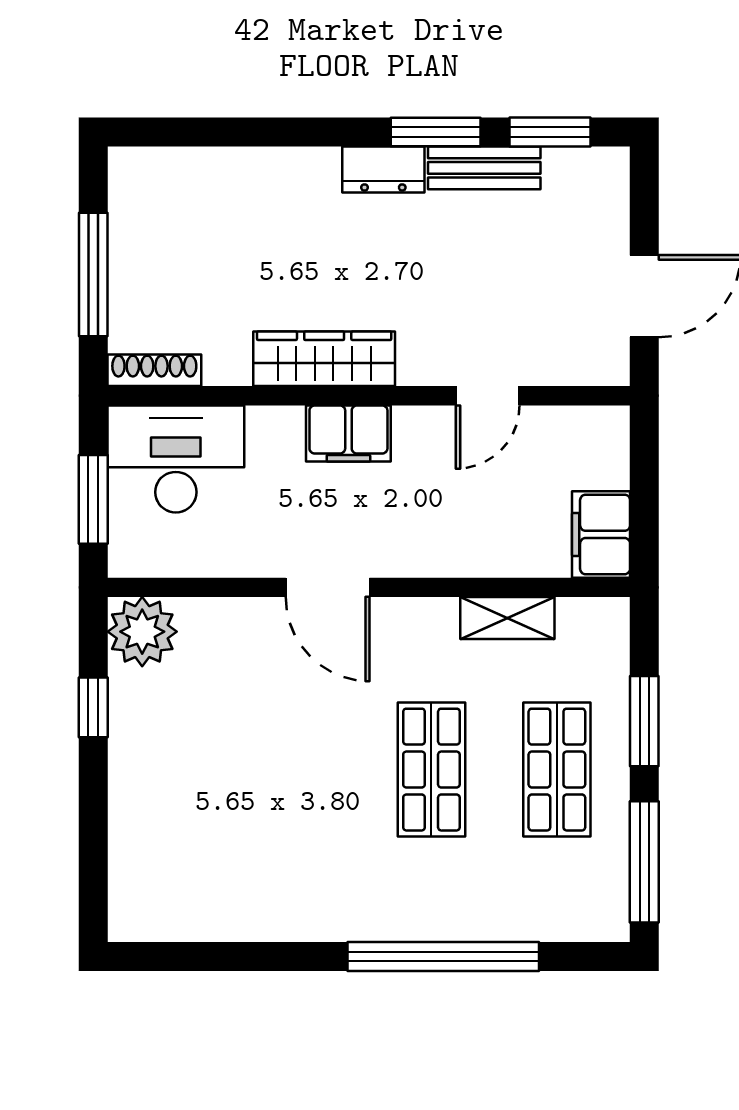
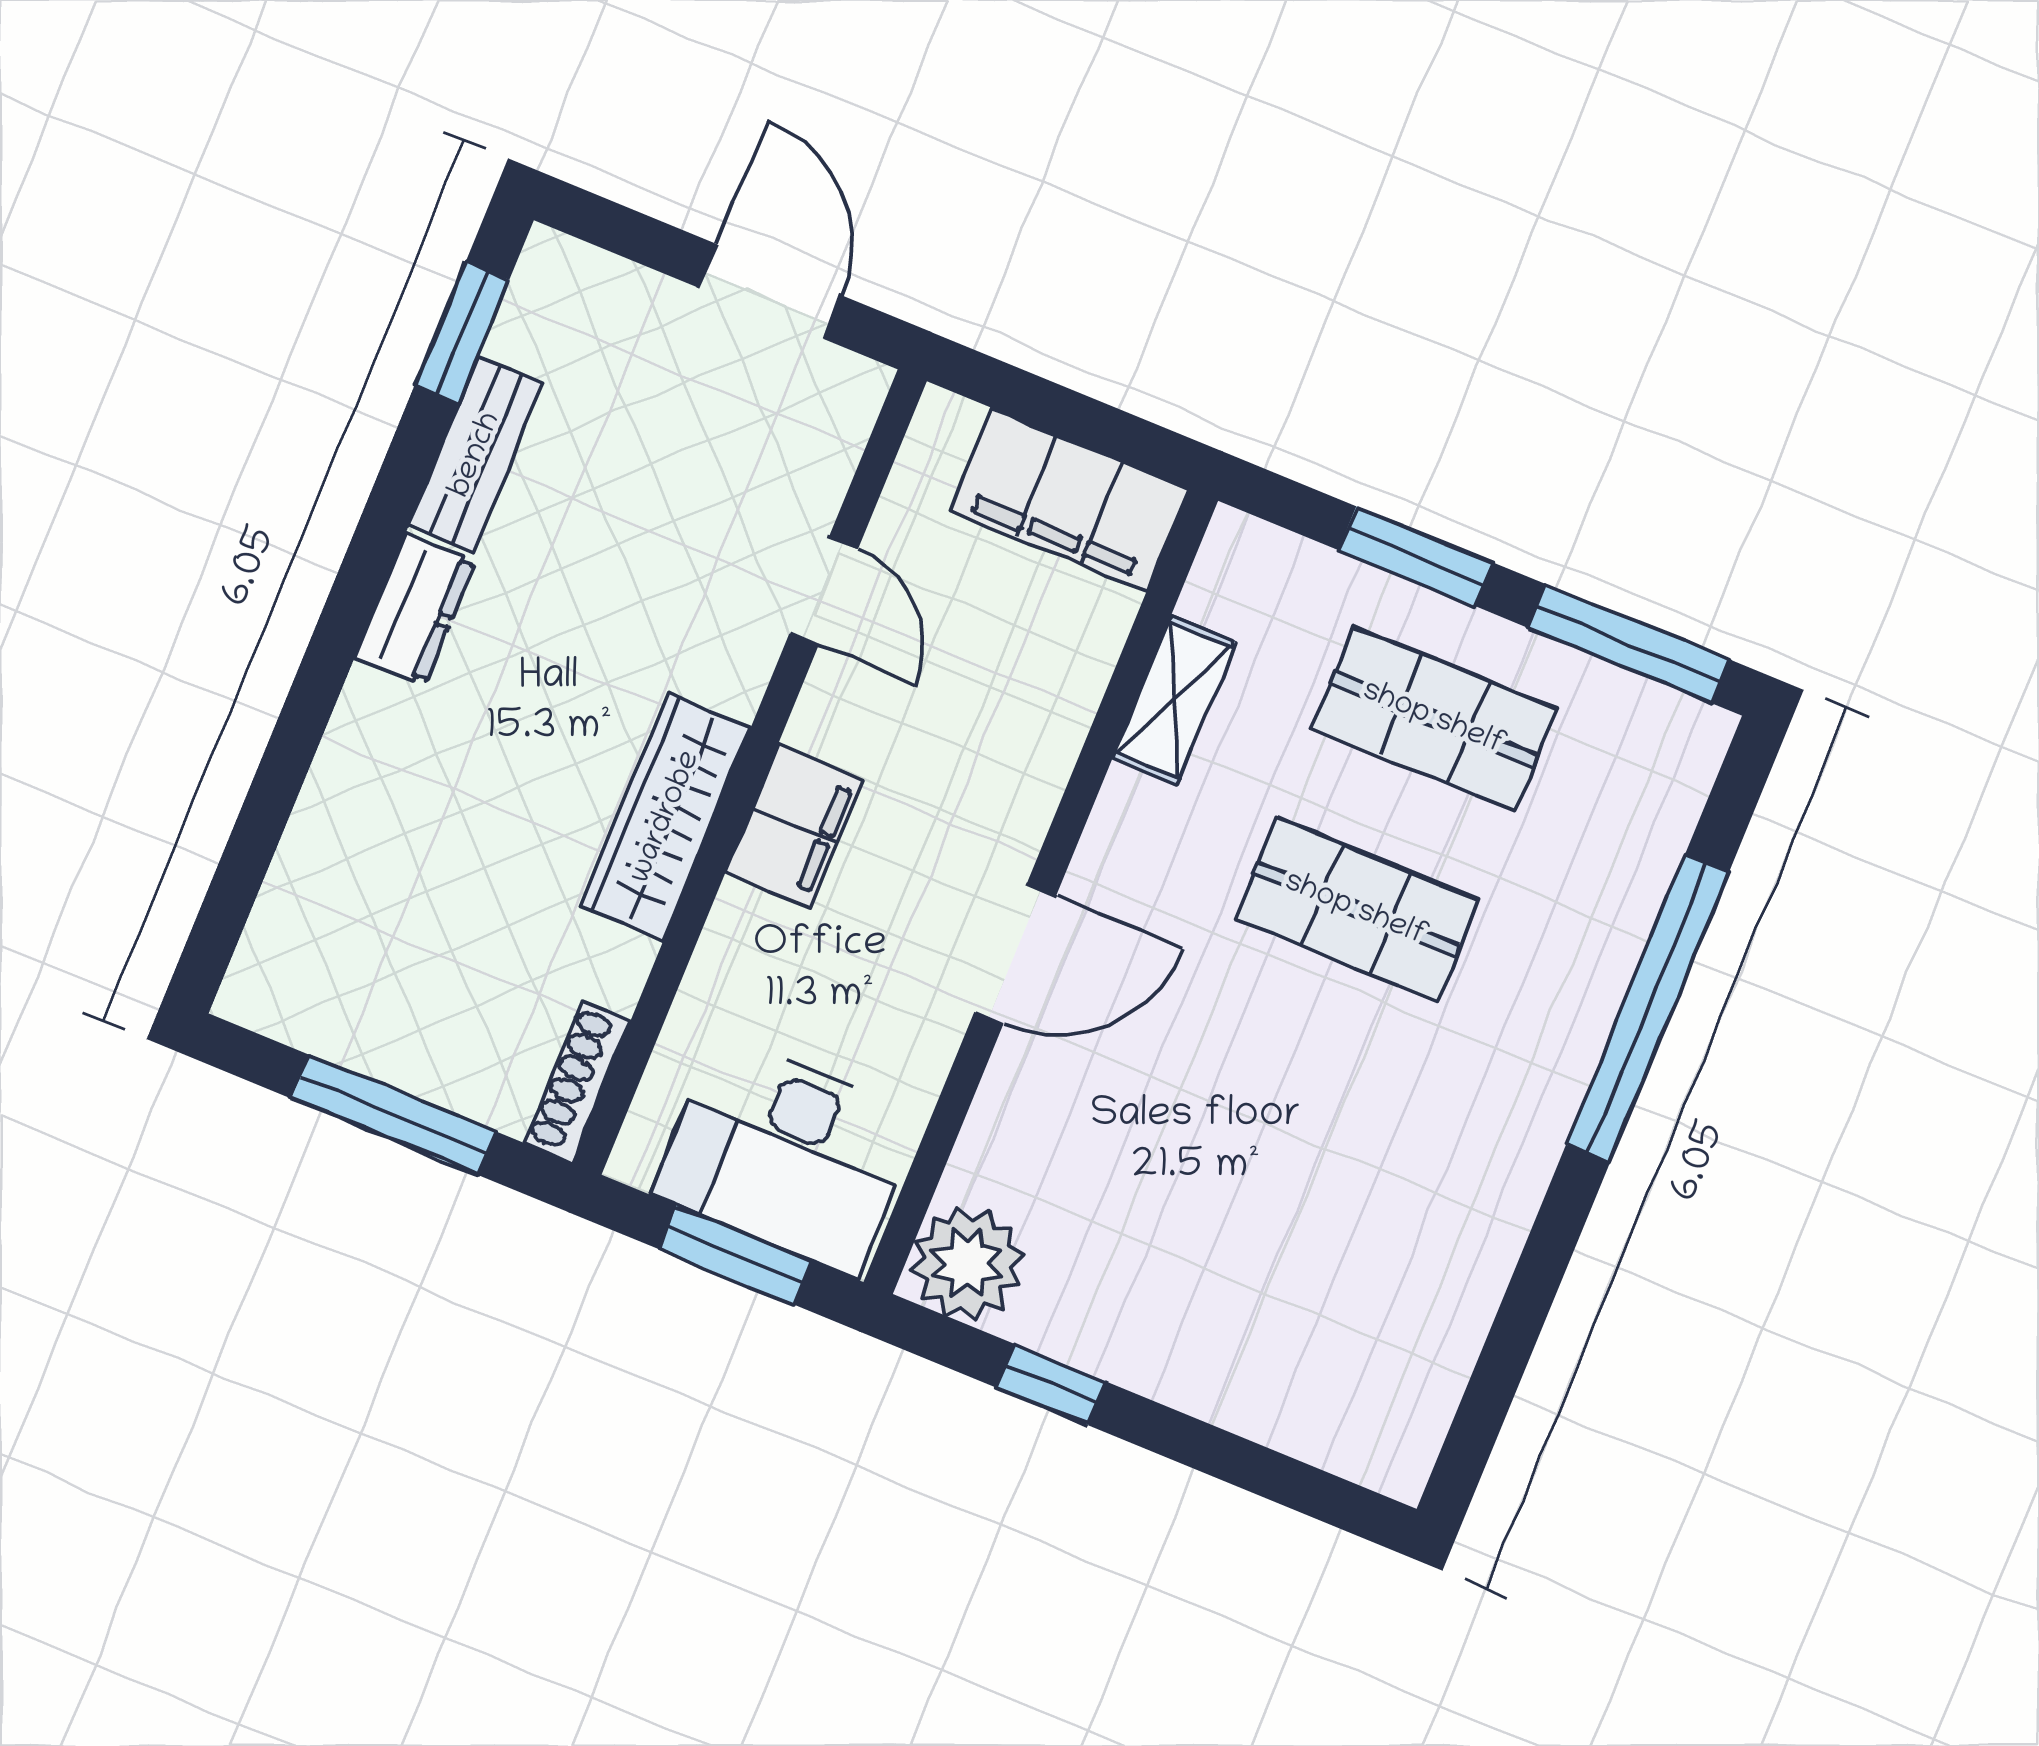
window: (436, 132) -> (391, 506), removed
desk: (176, 459) -> (786, 1155), moved, turned -90
filing cabinet: (601, 534) -> (1069, 499), width x1.50, depth x1.17

